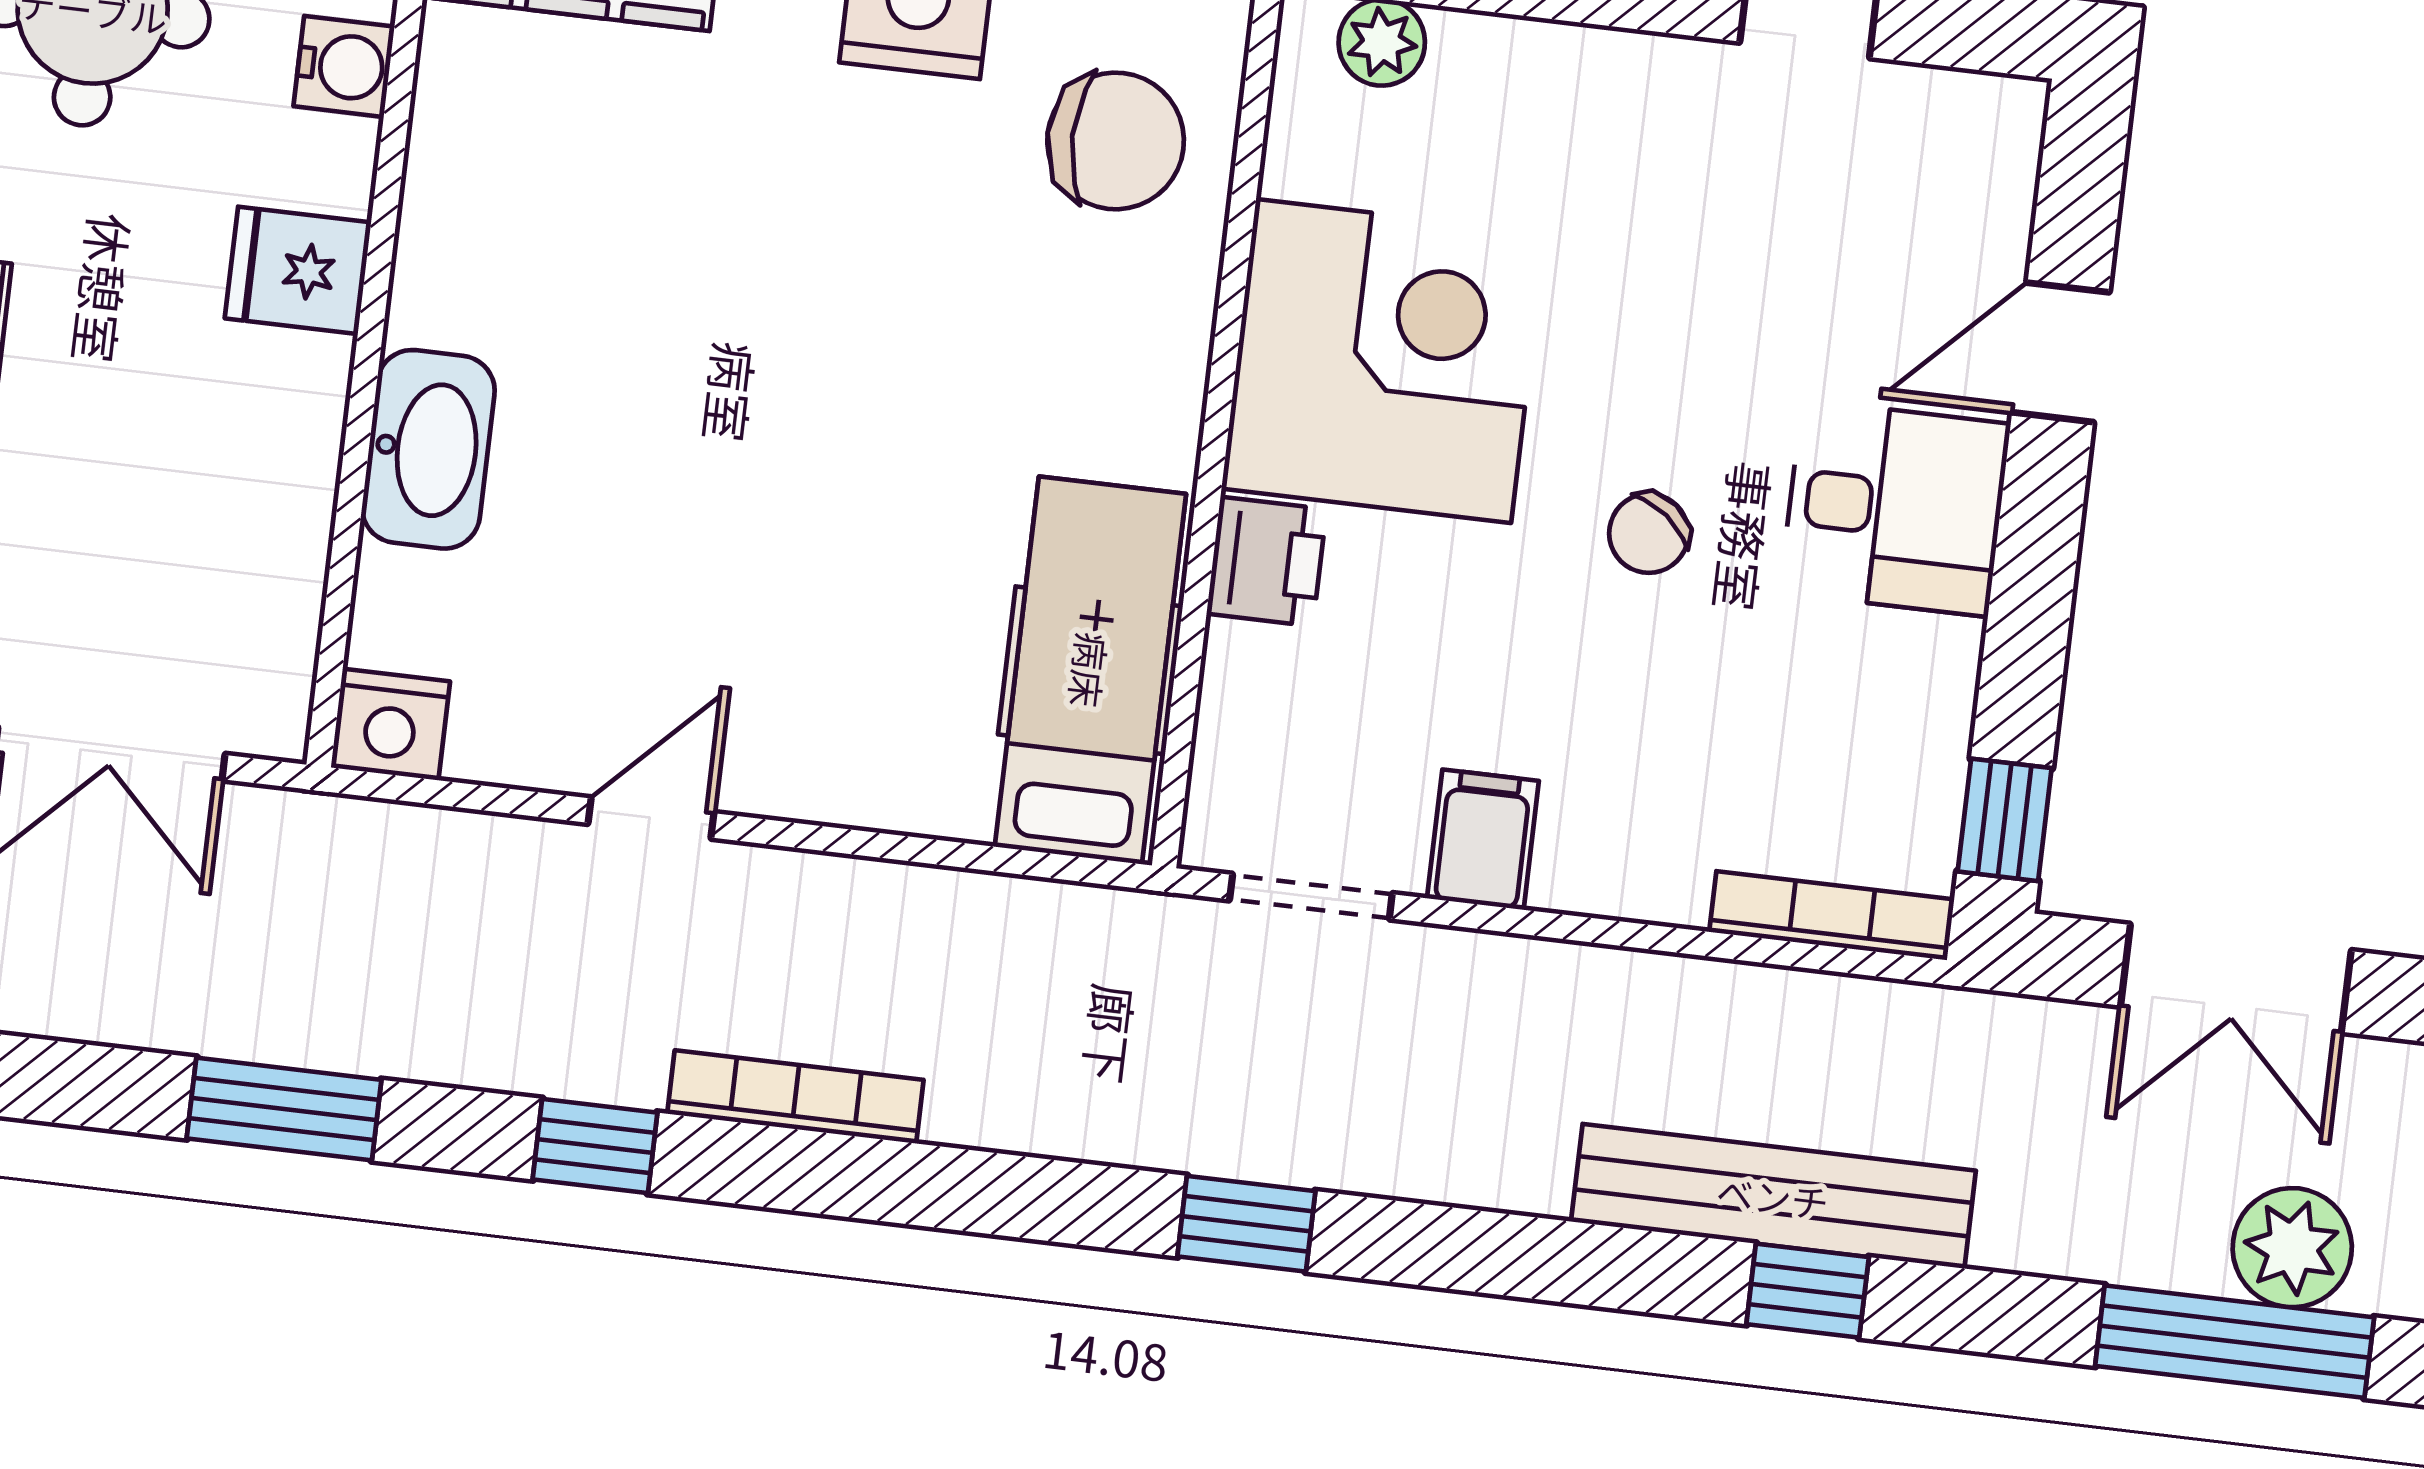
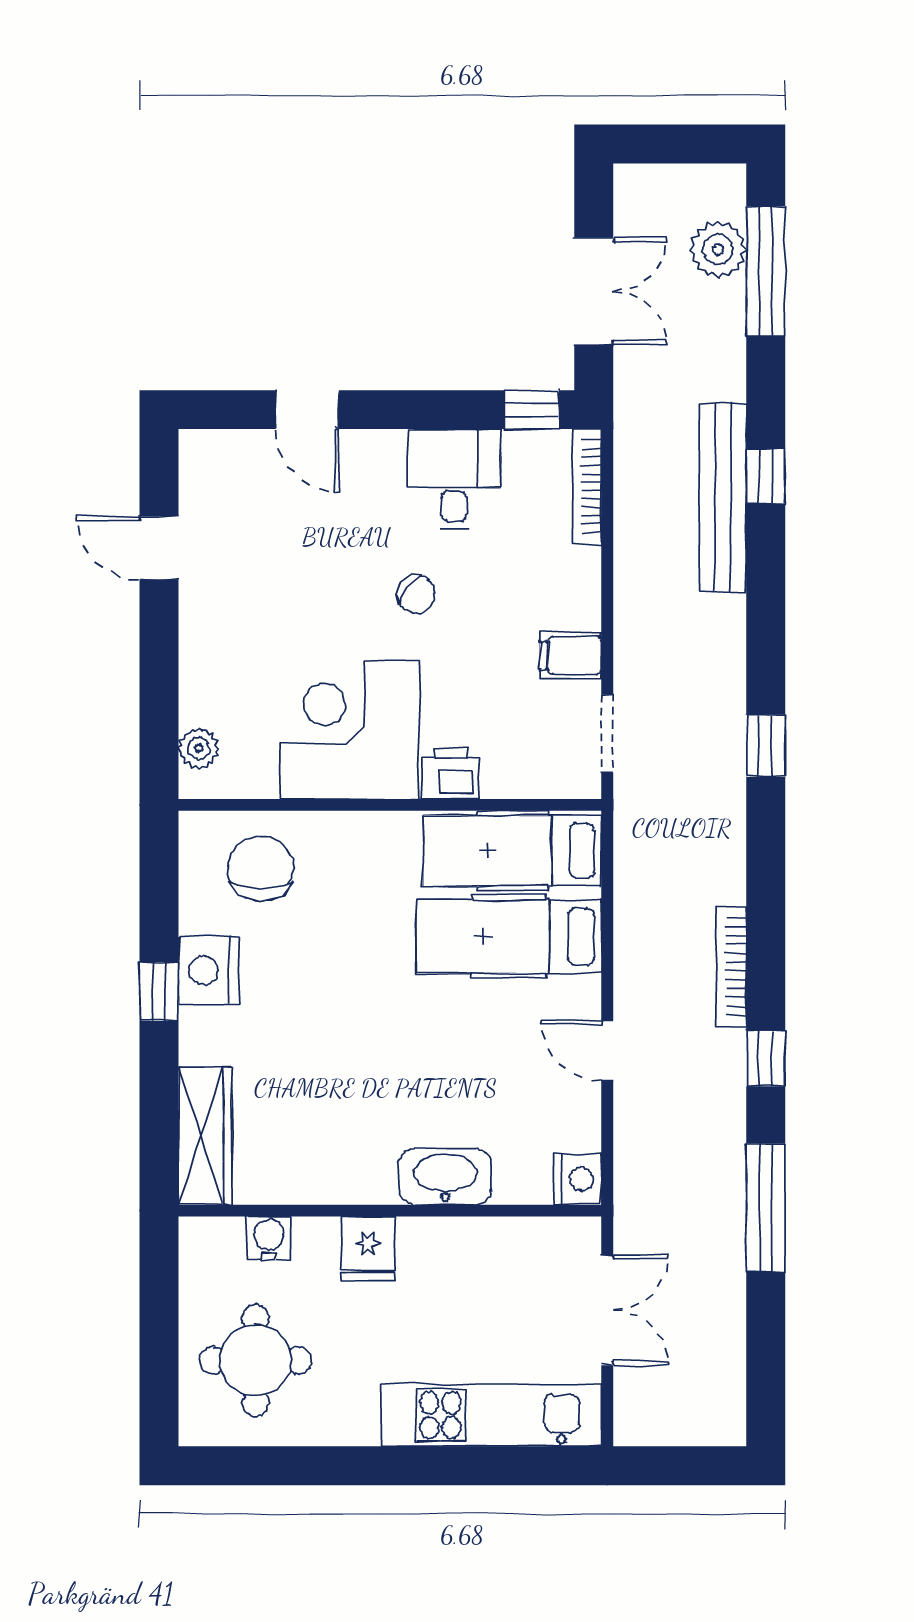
desk: (1895, 508) -> (454, 479), moved
hospital bed: (913, 642) -> (509, 936), added
window: (284, 1109) -> (766, 1208), width x1.44

